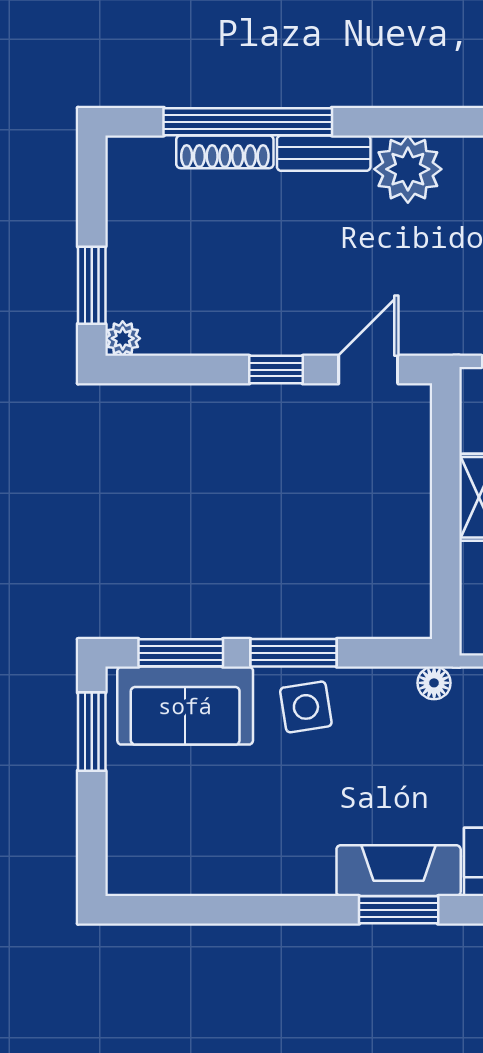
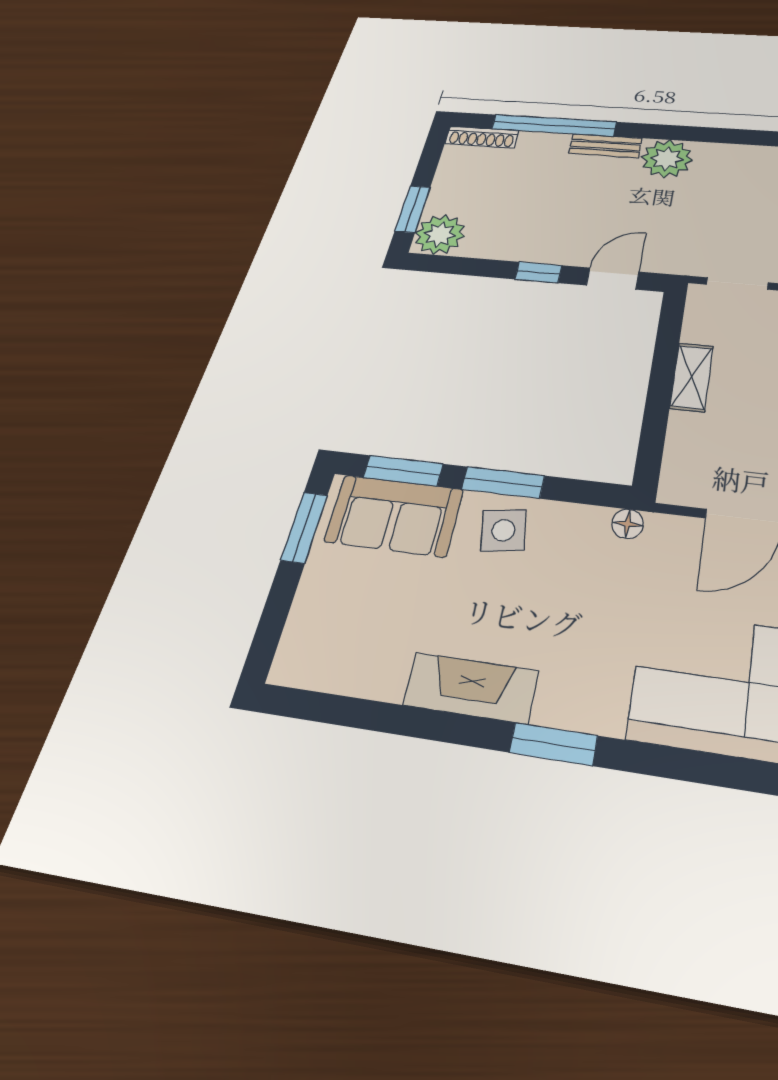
shoe rack: (225, 152) -> (482, 137), moved
plant: (123, 338) -> (440, 234), width x1.88, depth x1.88
fireplace: (399, 871) -> (471, 688), moved

